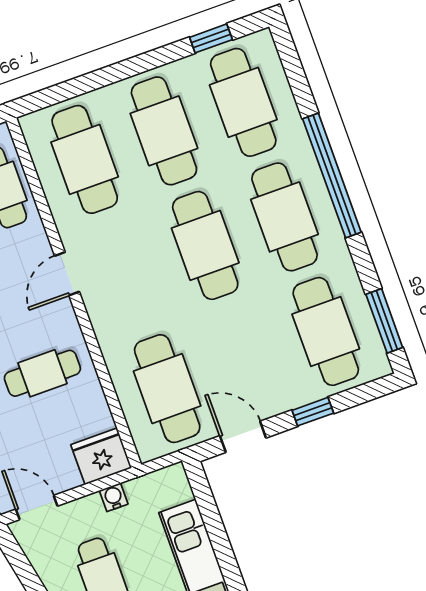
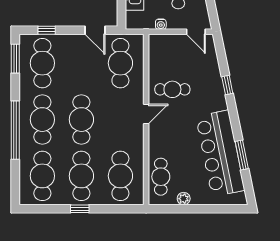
window: (211, 38) -> (80, 209), moved
door: (67, 274) -> (146, 114), moved
window: (313, 412) -> (47, 30), moved
fridge: (101, 456) -> (160, 44), removed

